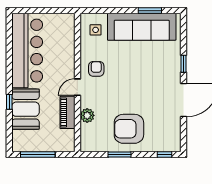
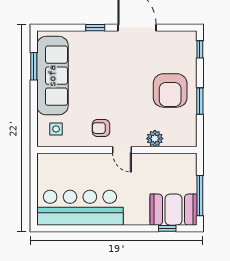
window: (9, 102) -> (167, 228), moved
booth: (26, 109) -> (173, 210), moved
piano: (68, 112) -> (151, 161), removed

